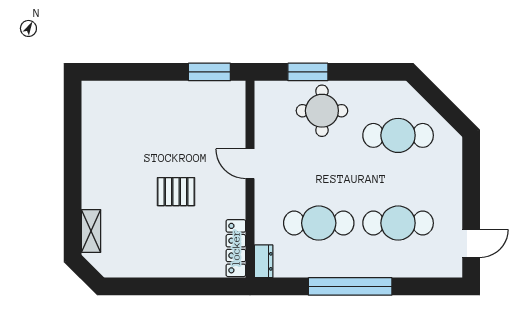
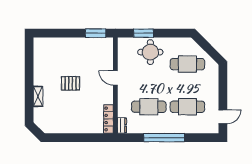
pallet: (176, 192) -> (71, 83), moved
shelving: (91, 231) -> (38, 96), moved

